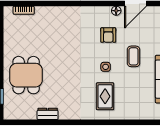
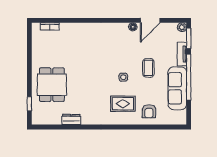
armchair: (108, 35) -> (149, 111), moved
rug: (105, 96) -> (123, 104), turned 90

